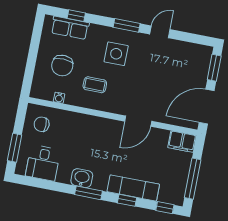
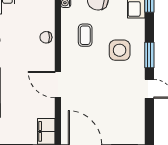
chair: (89, 124) -> (46, 37), added

